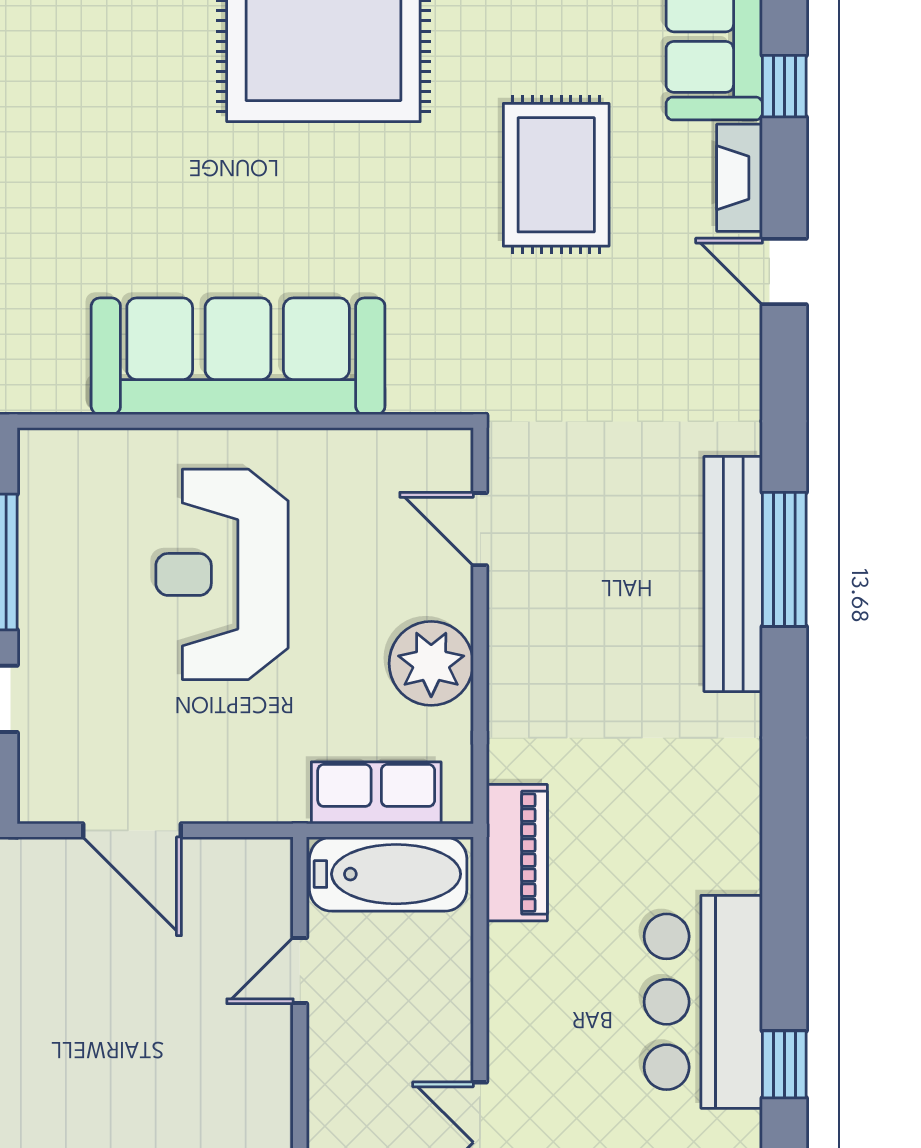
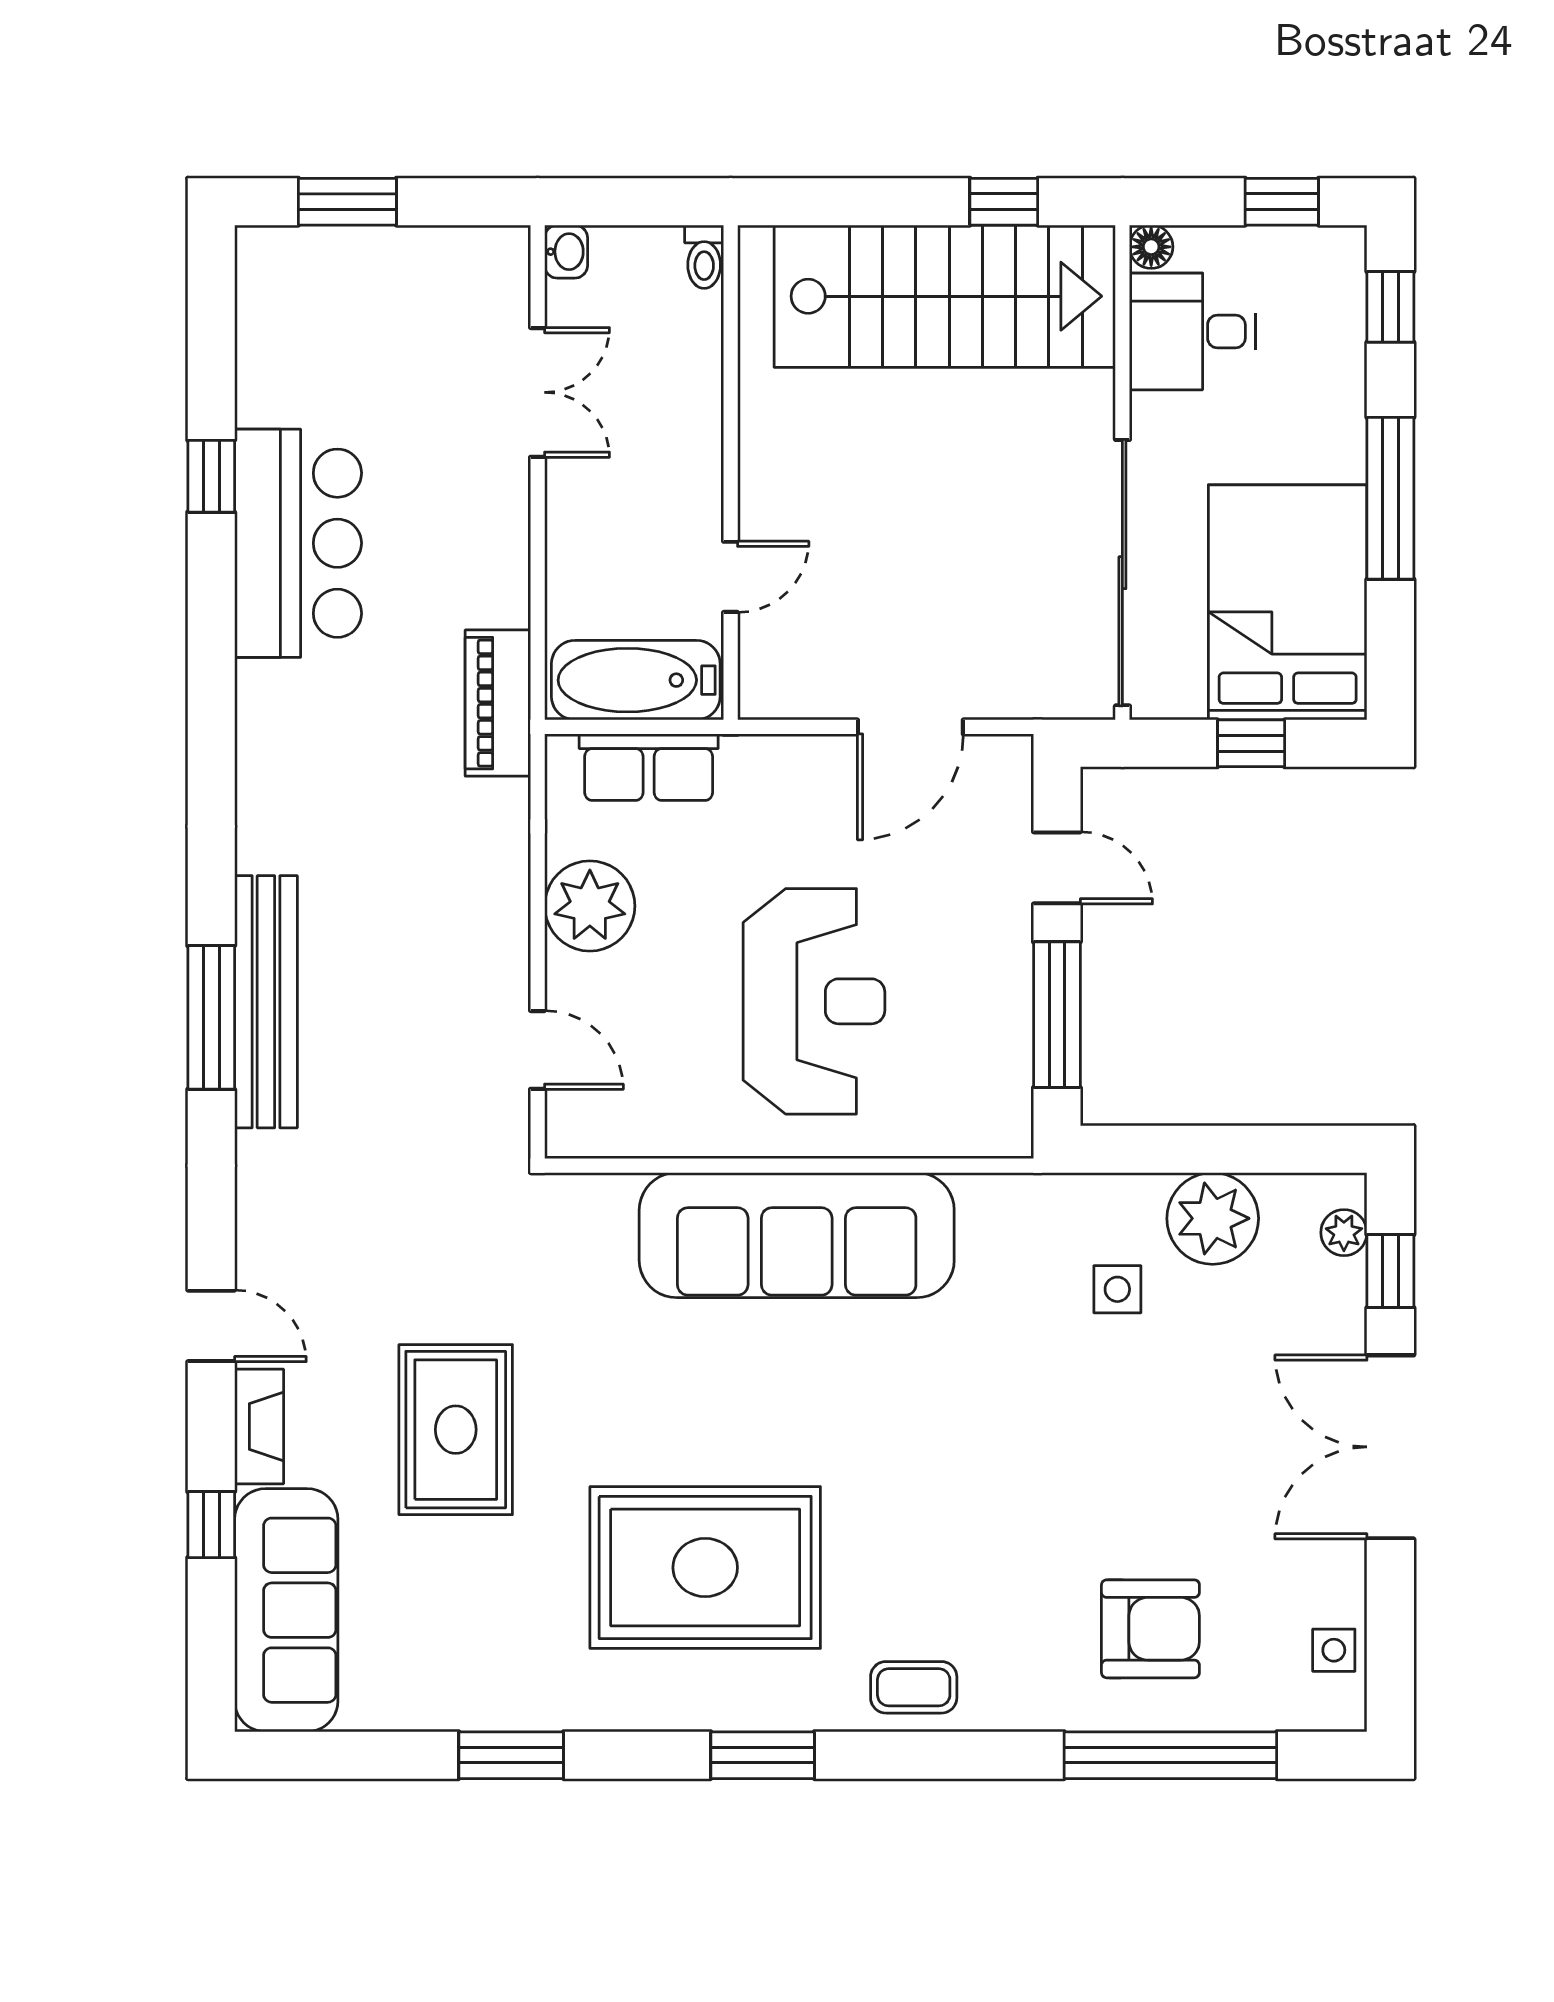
door: (132, 830) -> (910, 727), swing flipped

